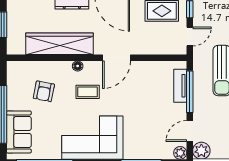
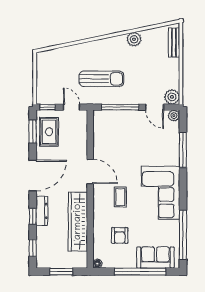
floor lamp: (78, 66) -> (97, 264), moved
tv unit: (180, 86) -> (115, 115), removed
armchair: (44, 91) -> (120, 235), turned 79

